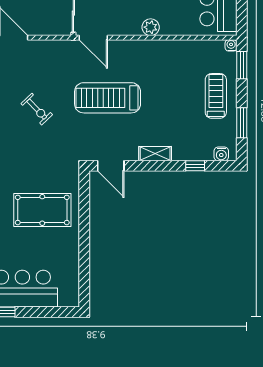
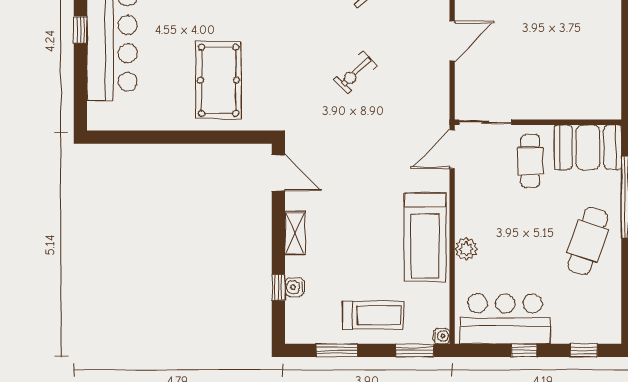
plant: (151, 27) -> (466, 249), moved
treadmill: (108, 98) -> (425, 237), moved, turned 180
water cooler: (221, 154) -> (295, 287), moved
door: (111, 166) -> (278, 173), swing flipped

